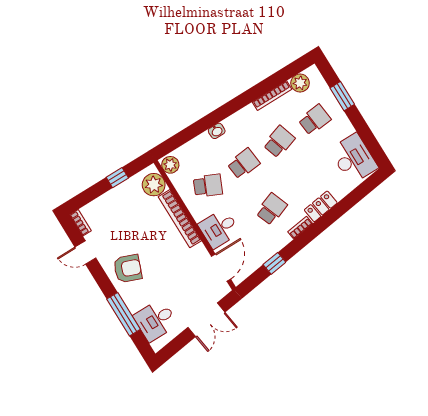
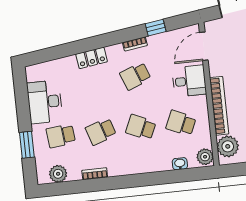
bookcase: (272, 96) -> (95, 174), width x0.64
washbasin: (217, 131) -> (180, 164), moved
desk: (354, 159) -> (45, 102), moved
school desk: (243, 164) -> (141, 127), turned 30
bookcase: (300, 228) -> (135, 44), moved

